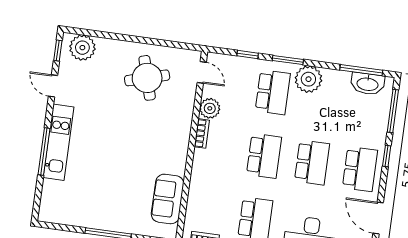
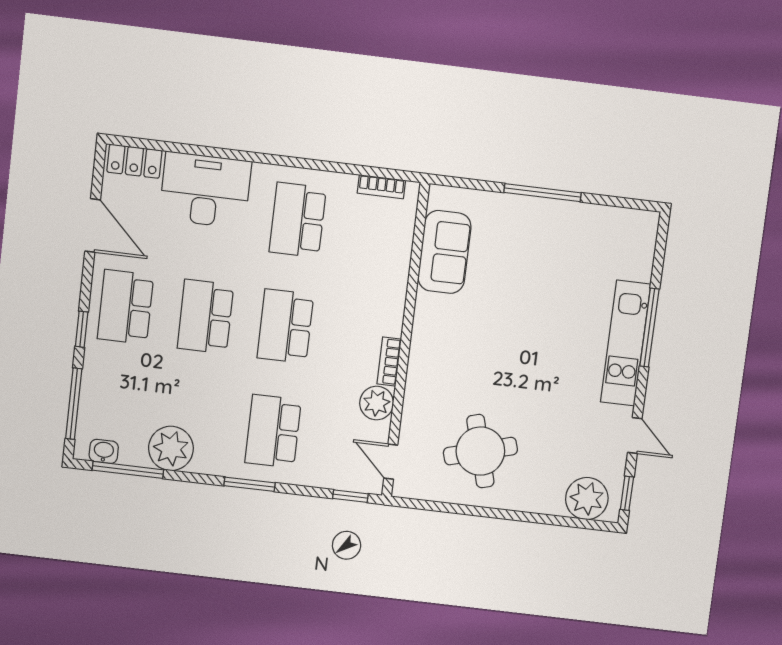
window: (248, 55) -> (350, 496), moved
plant: (308, 79) -> (171, 448), moved
washbasin: (367, 84) -> (104, 451), width x0.52, depth x0.69

